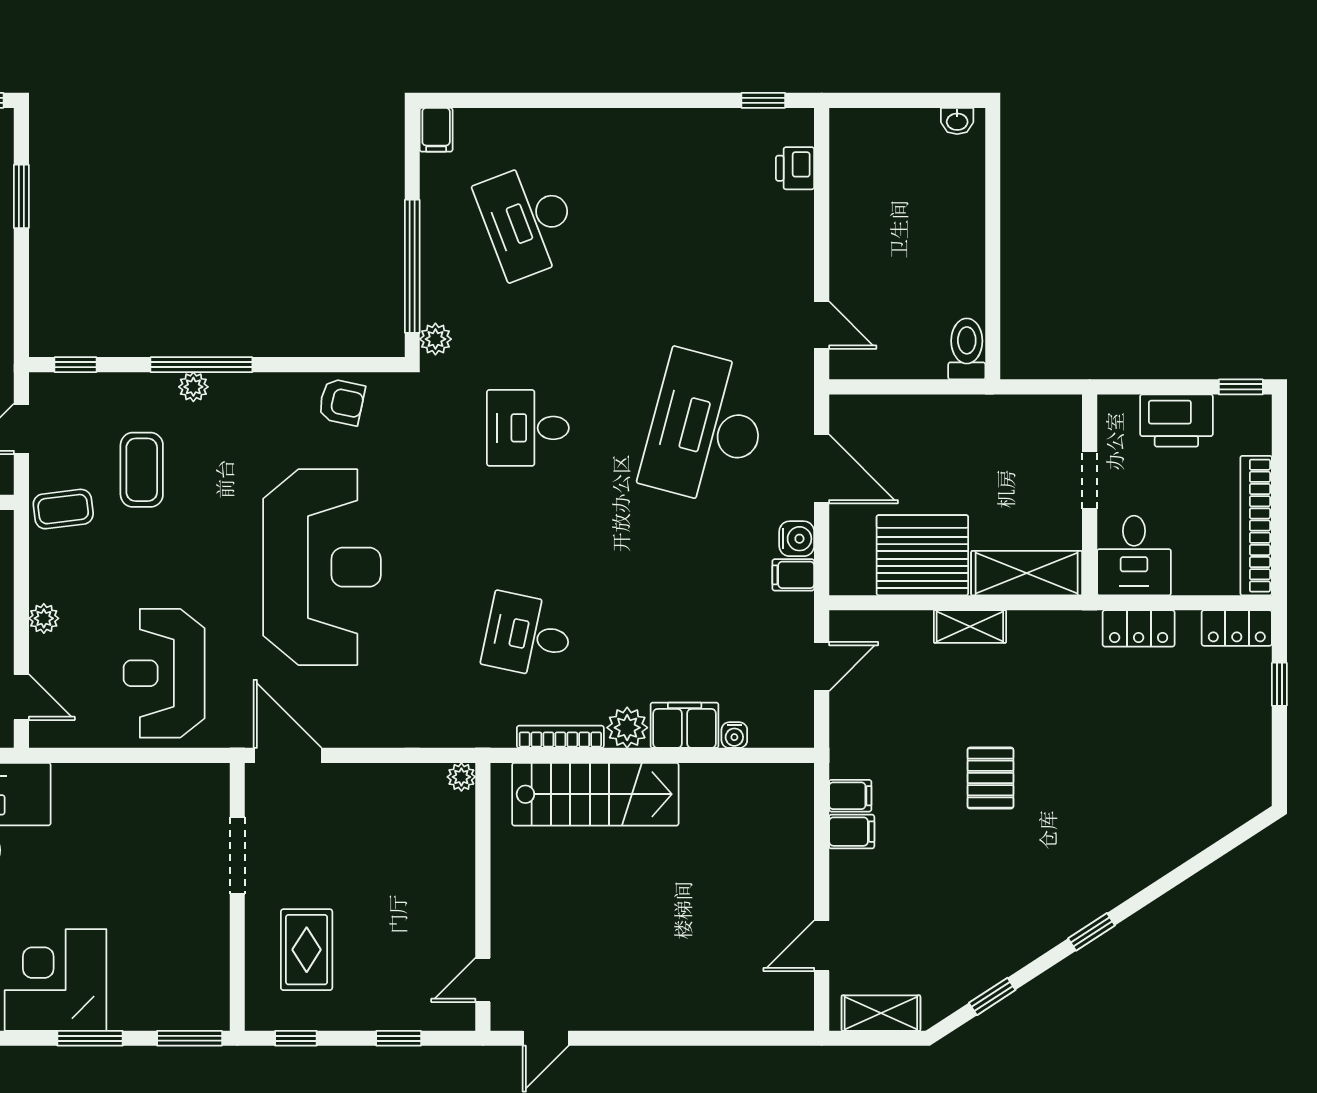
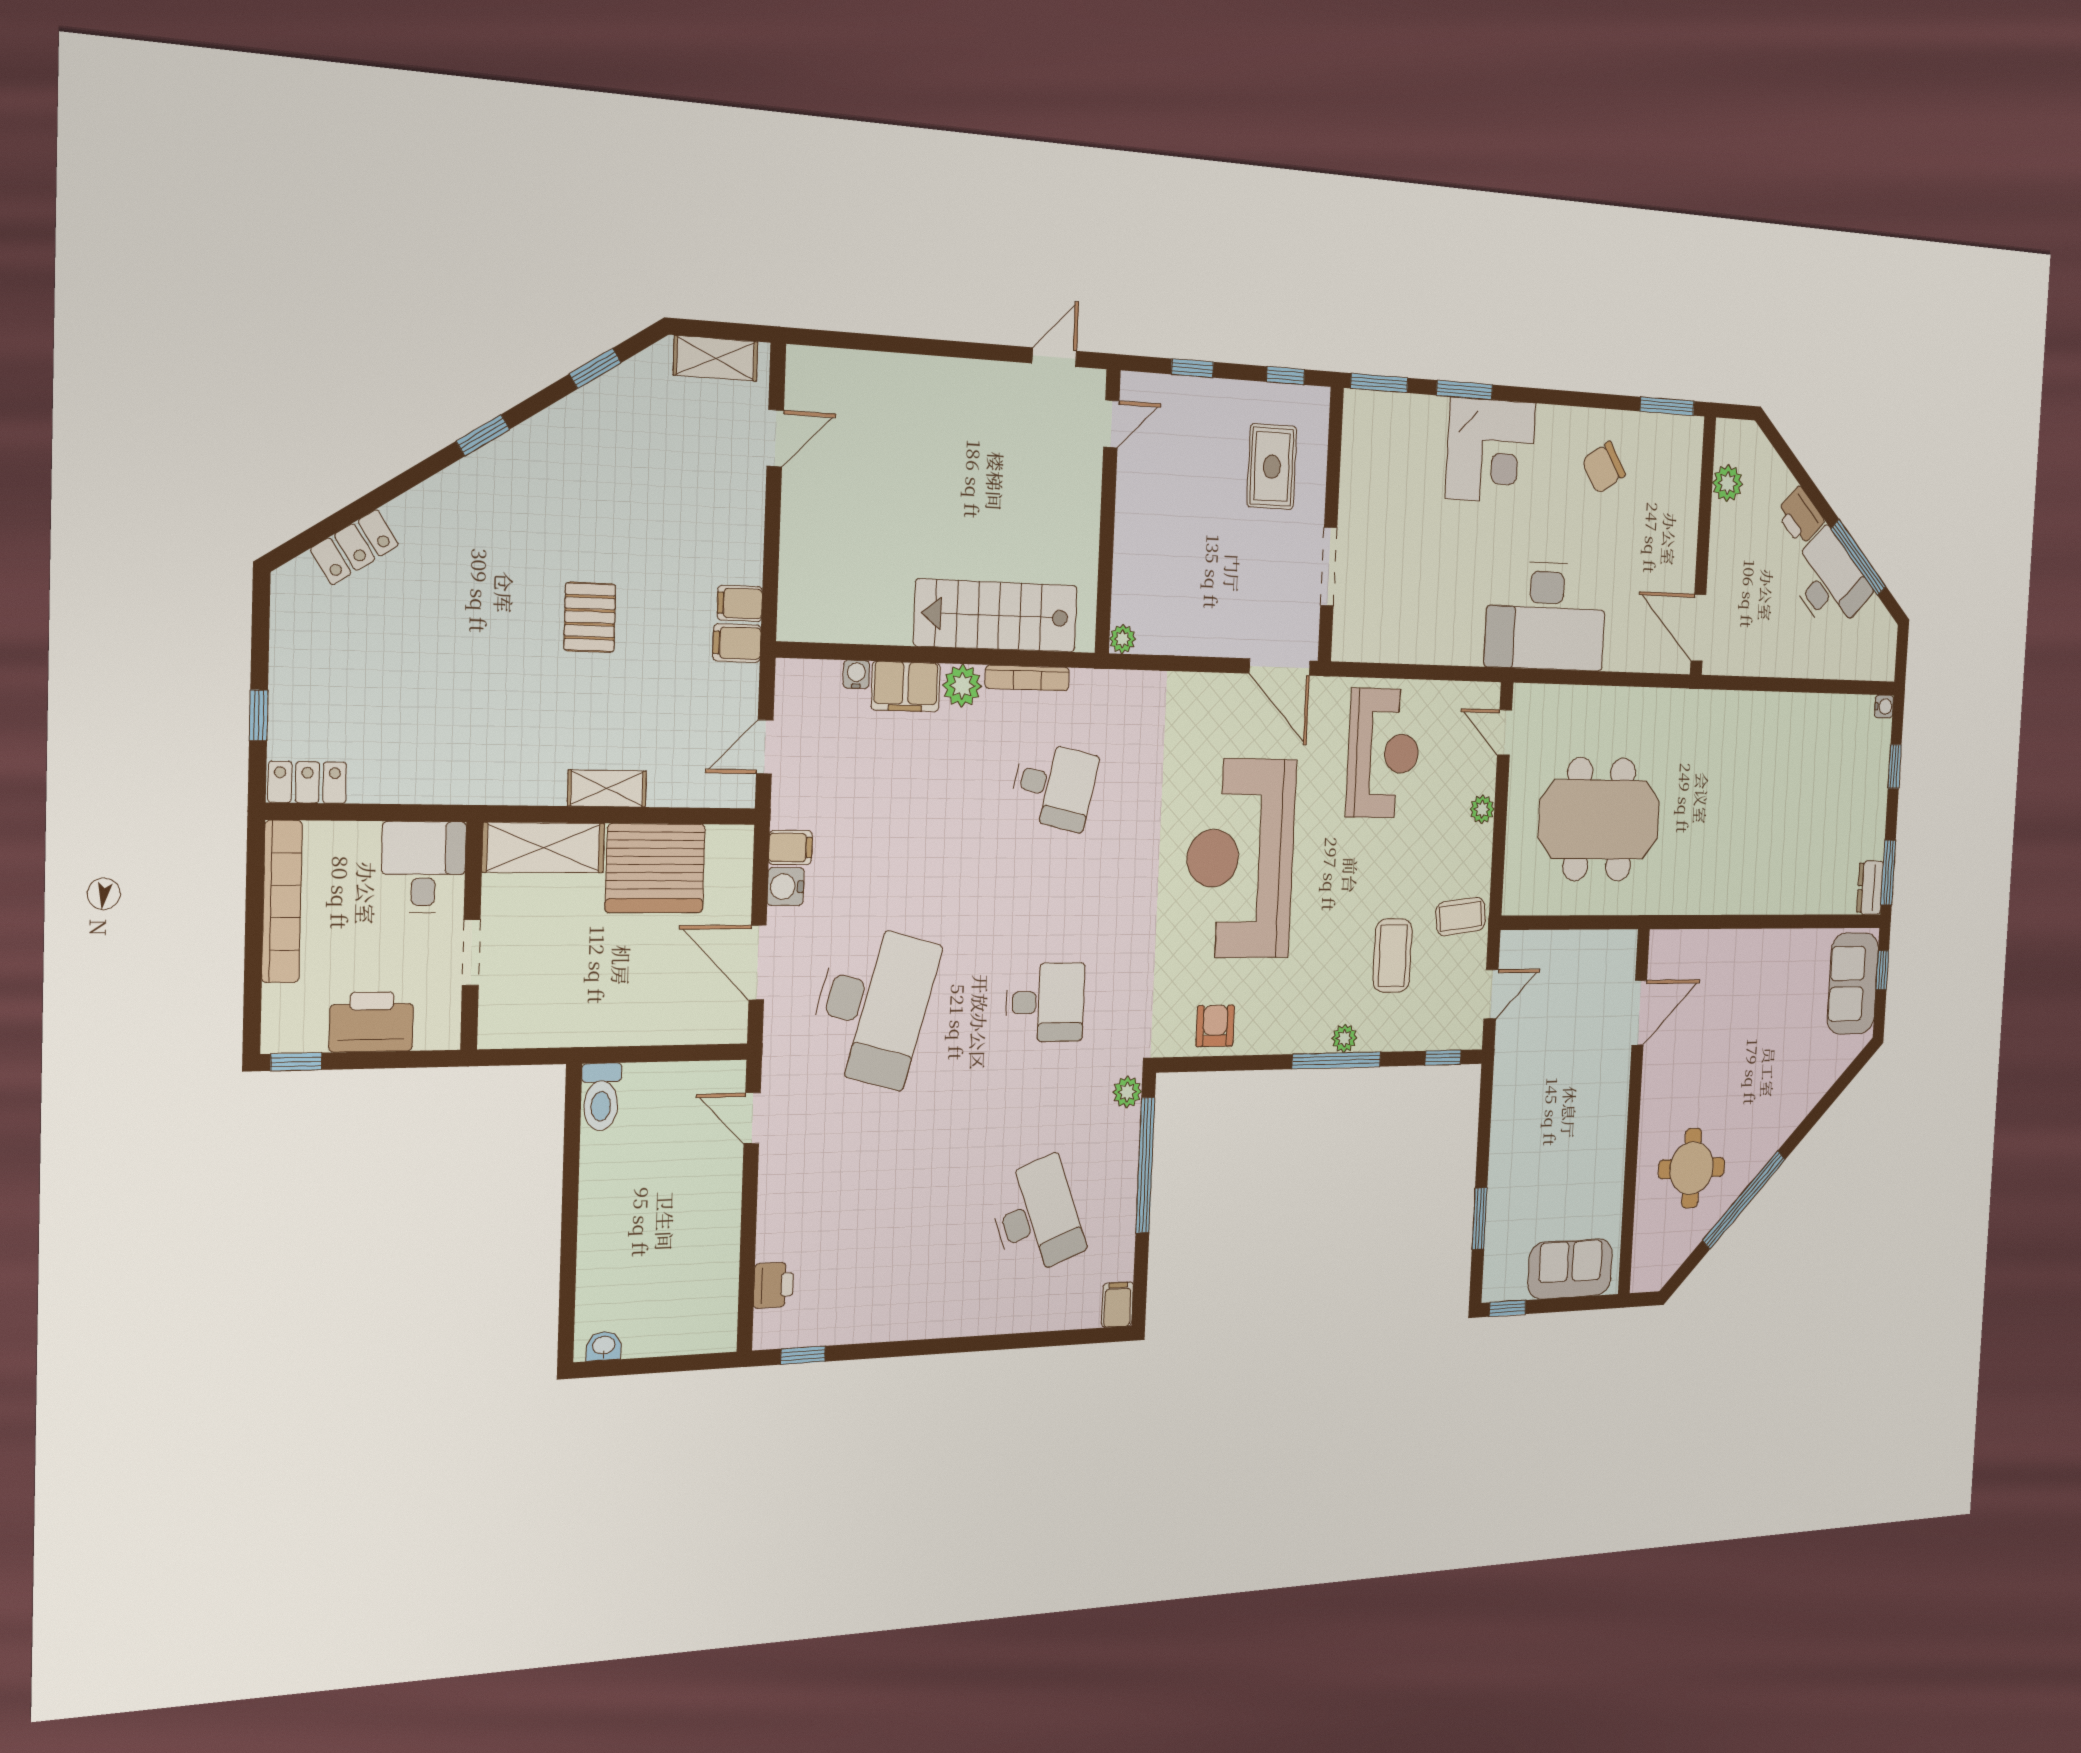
armchair: (342, 402) -> (1215, 1026), turned 78
locker: (1139, 628) -> (355, 547), moved, turned 147
filing cabinet: (852, 832) -> (737, 643), moved

